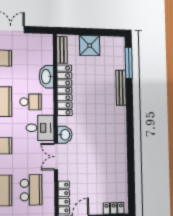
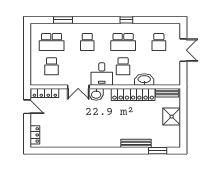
window: (129, 63) -> (158, 151), width x0.69
double door: (56, 157) -> (78, 87), swing flipped
school desk: (31, 190) -> (52, 66), width x0.54

